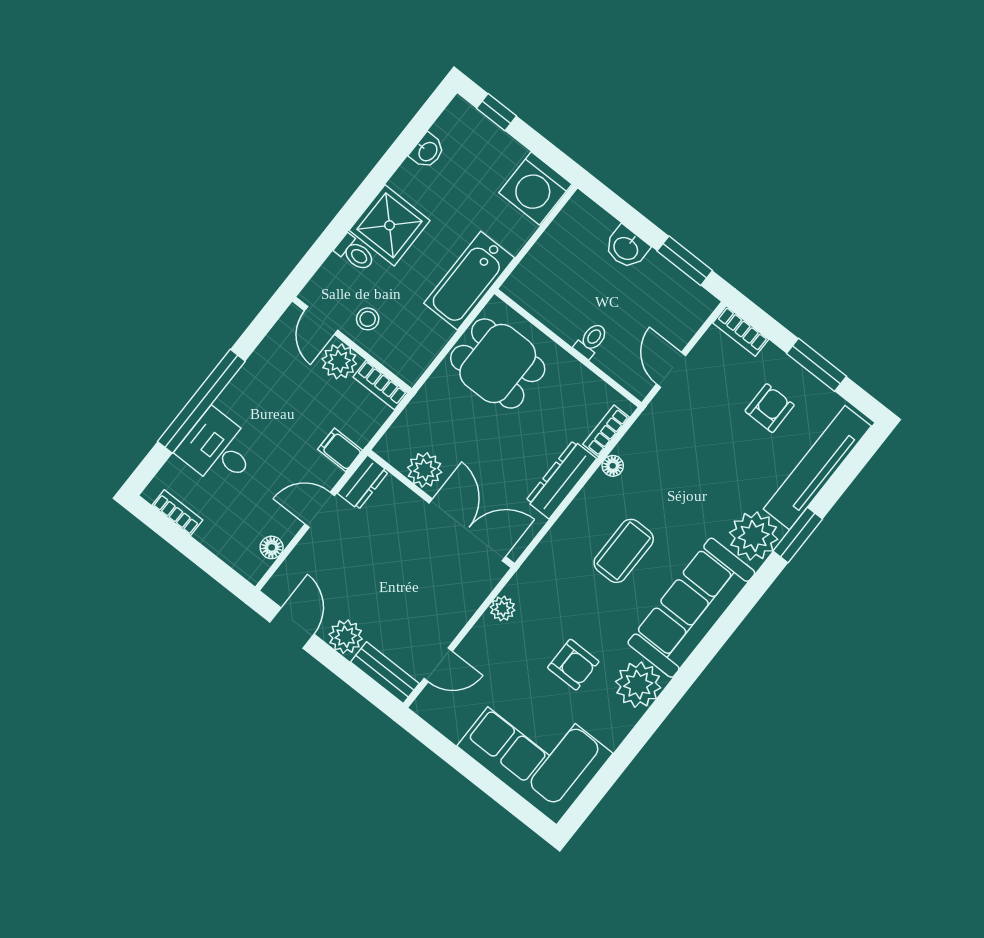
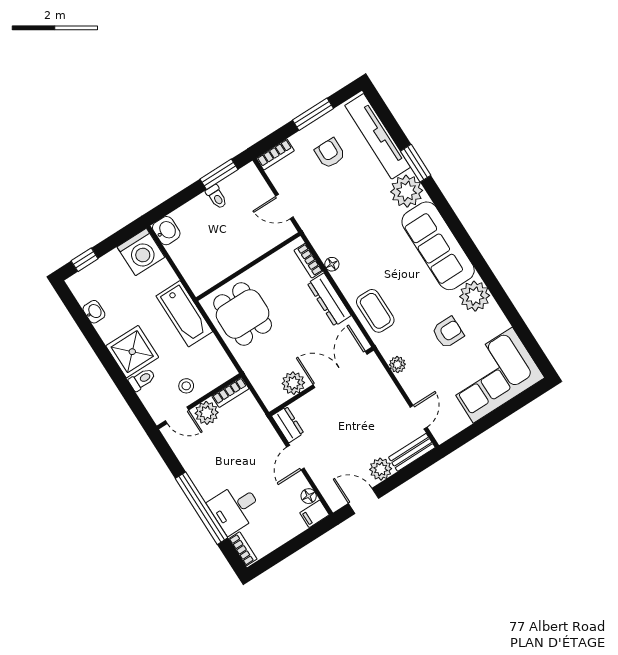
washbasin: (626, 248) -> (166, 231), moved, turned -90
toilet: (591, 340) -> (217, 197), moved, turned 180
dining table: (498, 364) -> (243, 314), turned 90
filing cabinet: (340, 450) -> (315, 514), moved
bookcase: (177, 513) -> (243, 549), moved, turned 90
coffee table: (624, 551) -> (375, 311), moved

